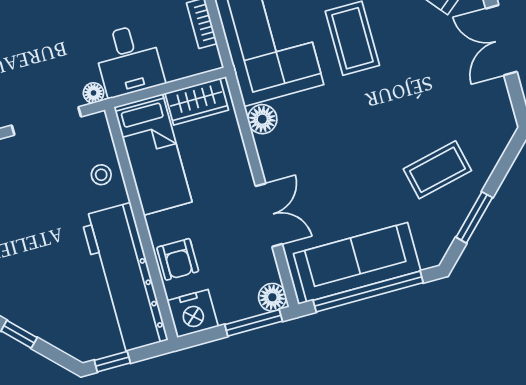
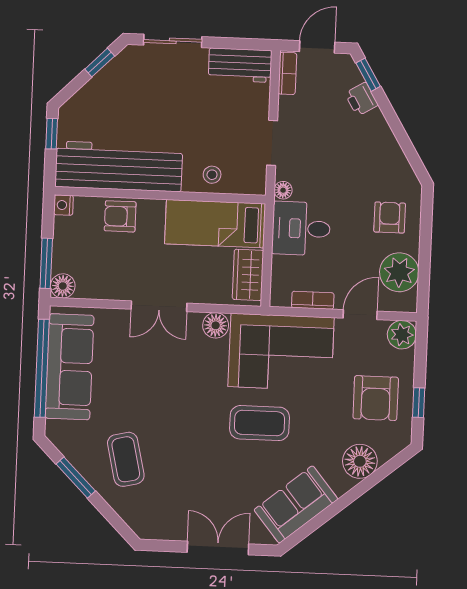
doorway: (46, 121) -> (272, 143), width x0.73
double door: (269, 215) -> (159, 306), moved
nightstand: (193, 313) -> (63, 205), width x0.53, depth x0.56

